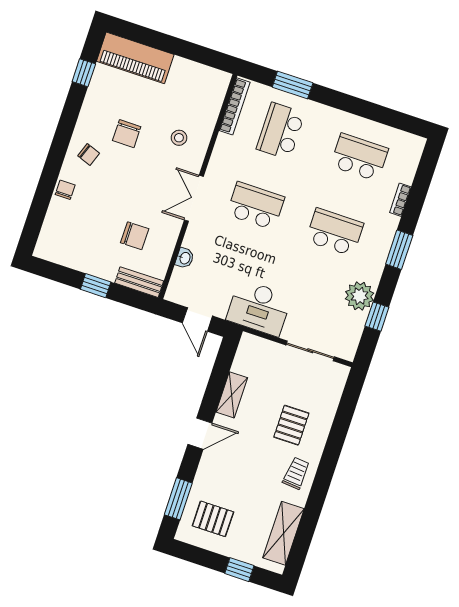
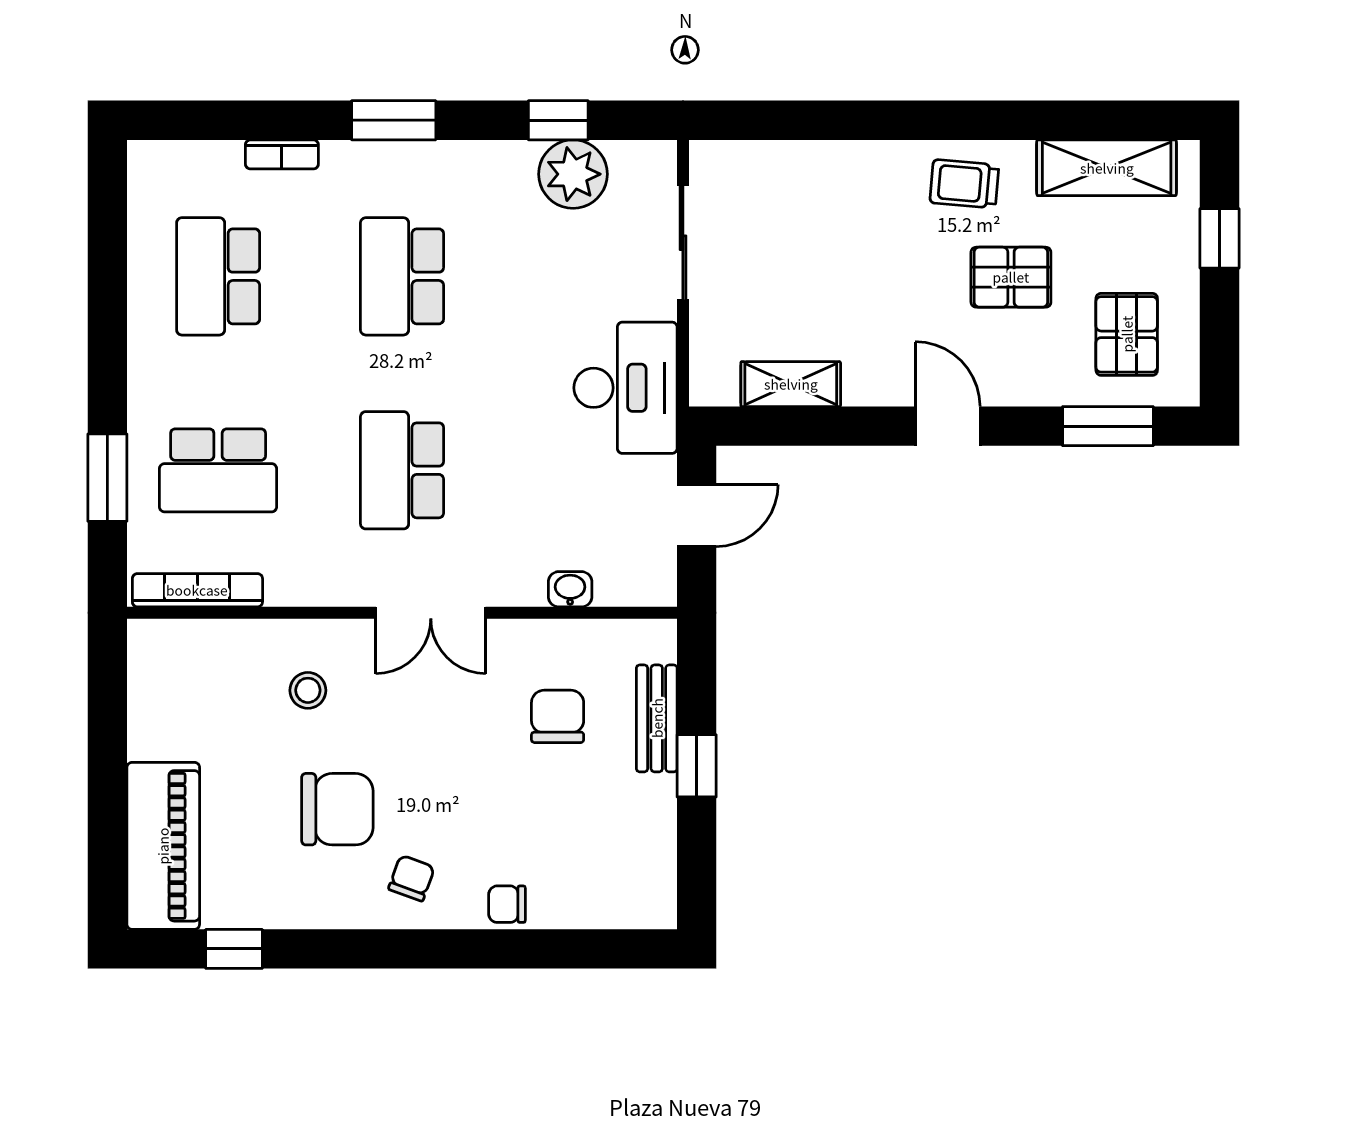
chair: (127, 134) -> (337, 809), width x1.37, depth x1.37
bench: (139, 282) -> (657, 718), moved
plant: (359, 296) -> (573, 174), moved
shelving: (232, 395) -> (791, 384), moved
pallet: (291, 425) -> (1011, 277), moved

